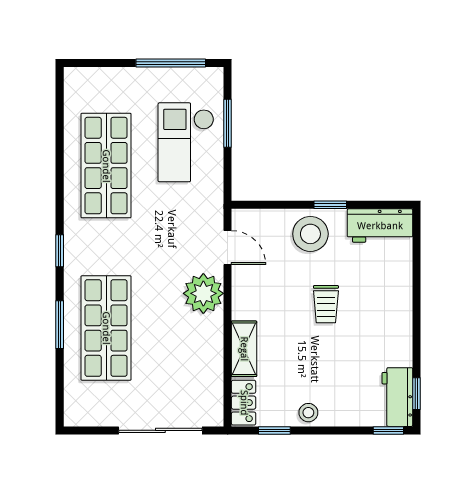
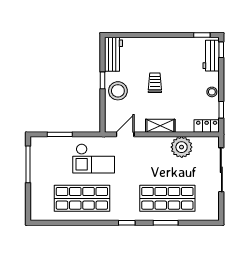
checkout: (186, 142) -> (94, 158), moved
plant: (203, 293) -> (182, 147), moved
trolley: (326, 304) -> (155, 83), turned -90
shelving: (244, 349) -> (160, 126), moved
workbench: (397, 397) -> (211, 56), moved, turned 90

